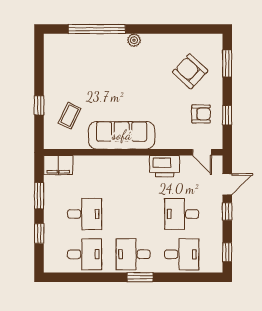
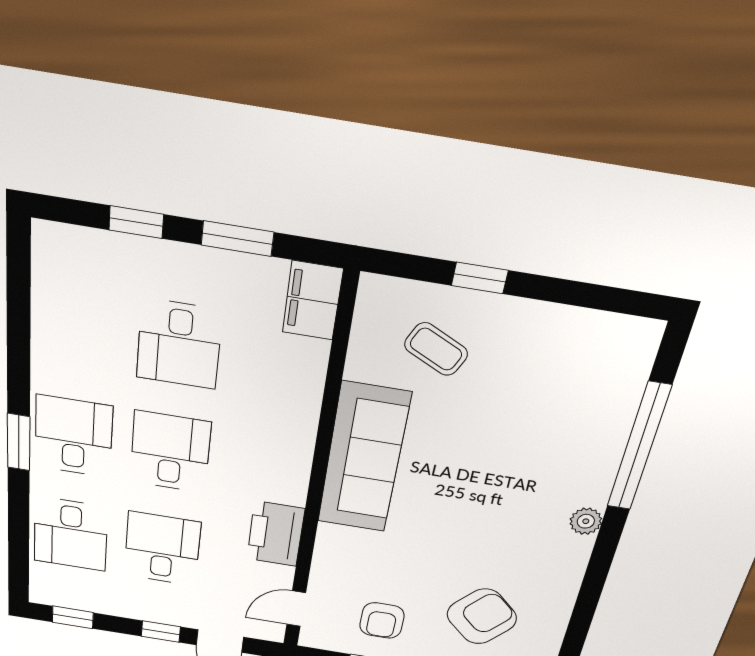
desk: (85, 254) -> (170, 452), moved, turned 180

